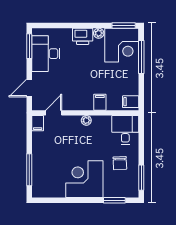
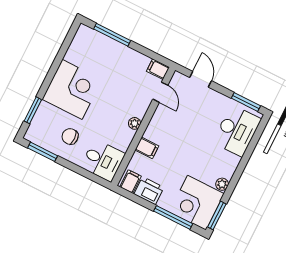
printer: (83, 36) -> (149, 191), moved, turned 90
desk: (46, 54) -> (237, 131), moved, turned 90

